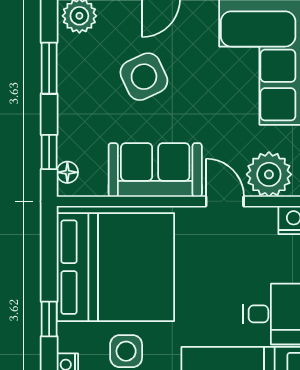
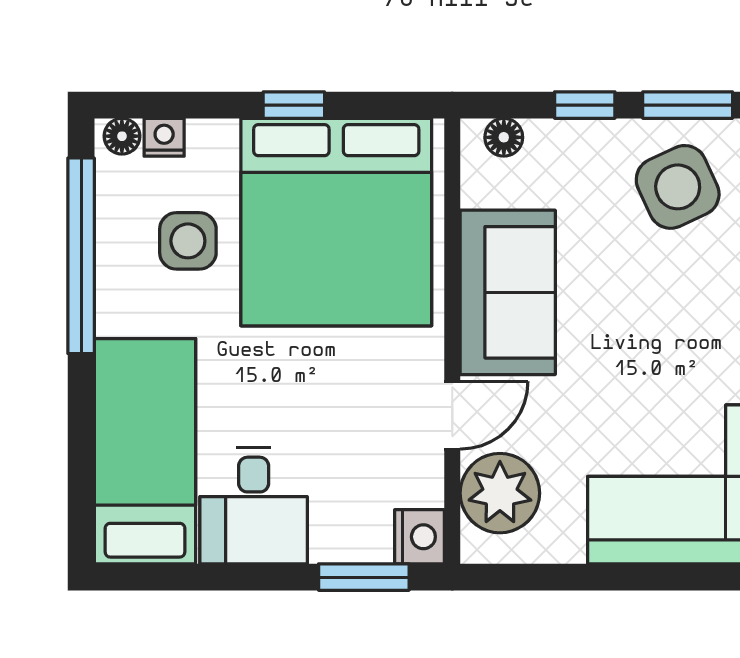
side table: (144, 77) -> (678, 187), moved
window: (49, 152) -> (585, 105), moved
window: (49, 319) -> (294, 105), moved

